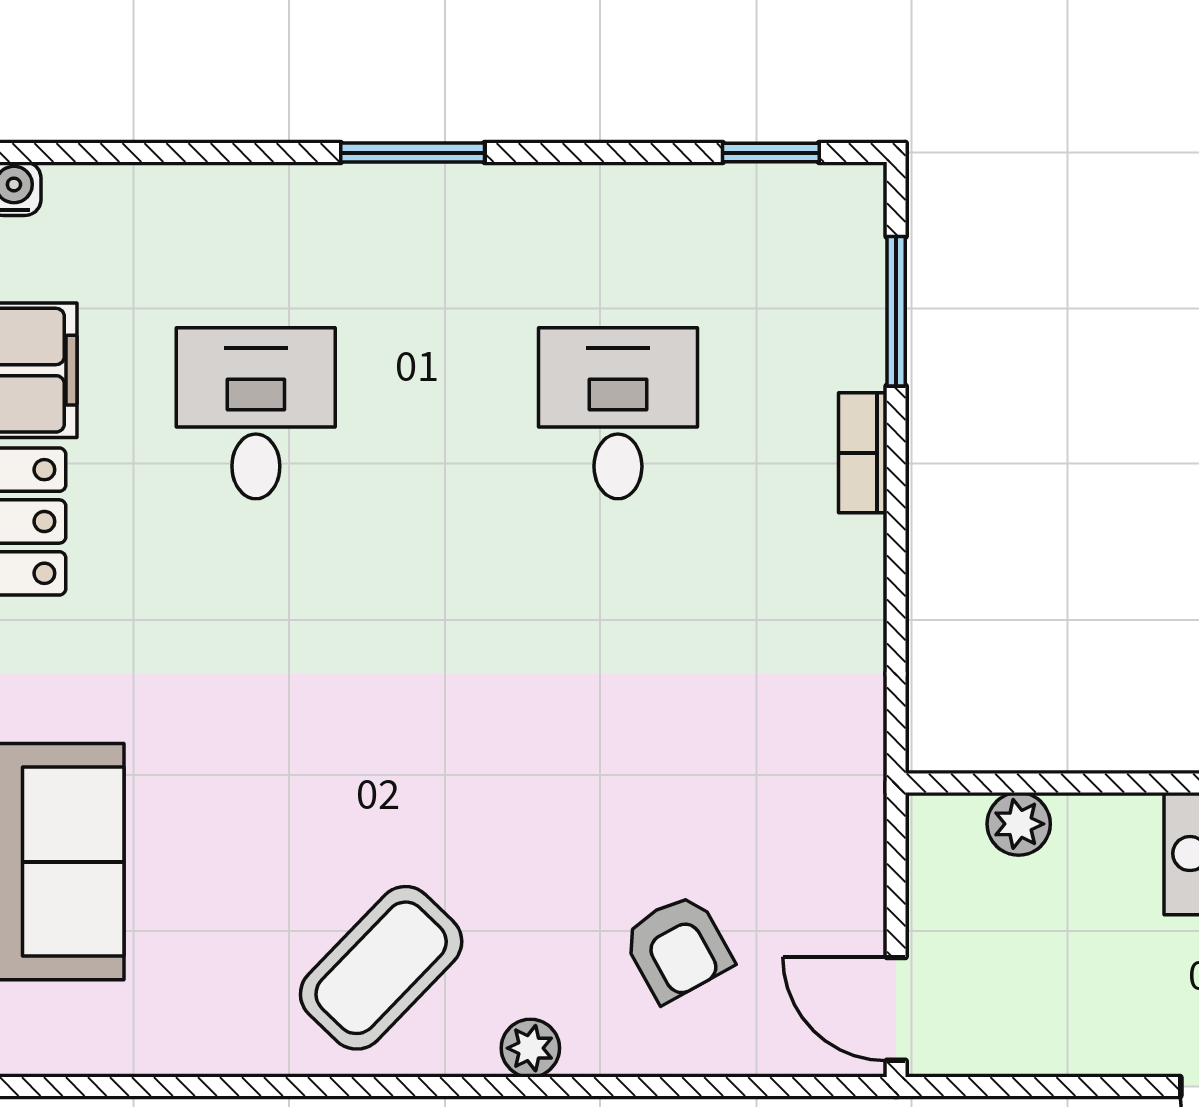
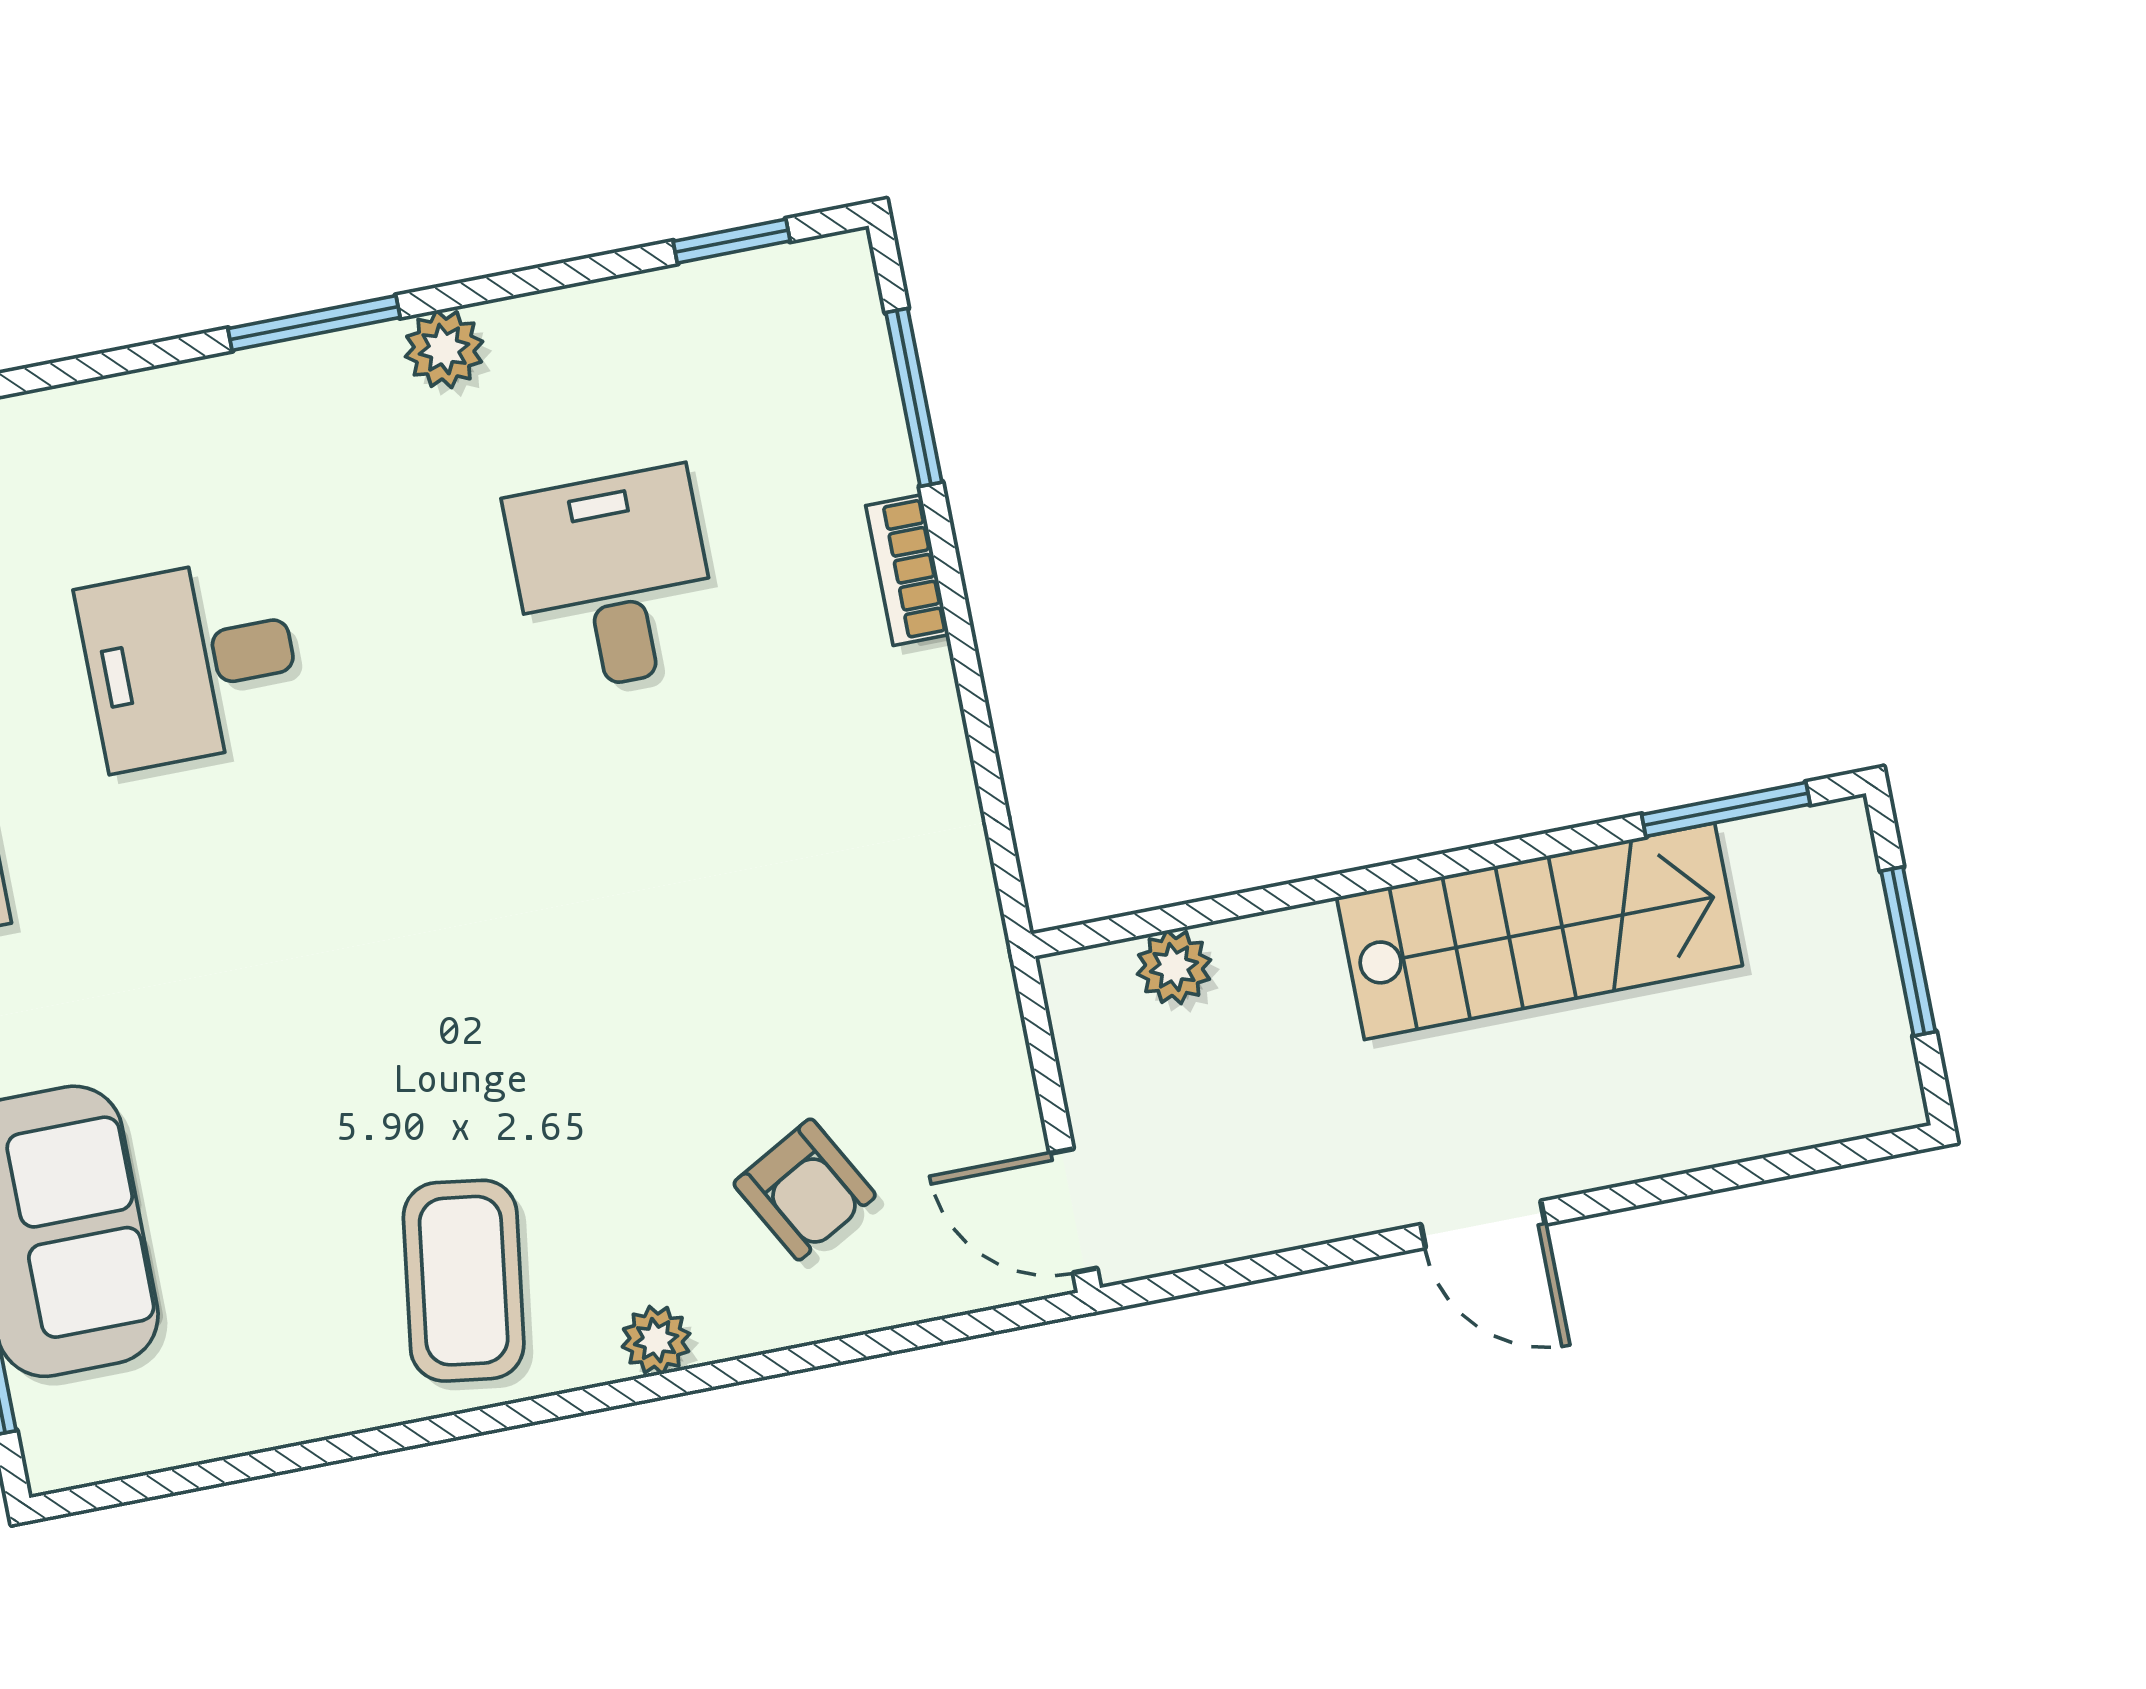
plant: (516, 195) -> (444, 349), added
desk: (256, 413) -> (191, 663), turned -90
coffee table: (381, 968) -> (464, 1281), turned -36

